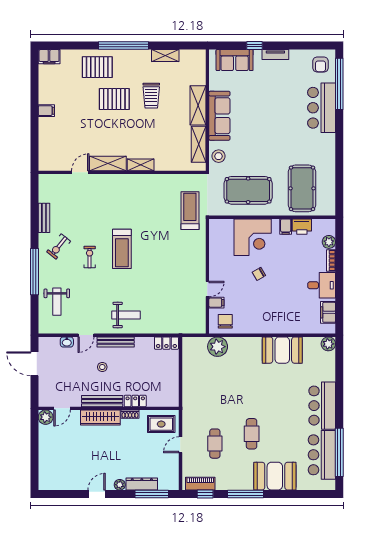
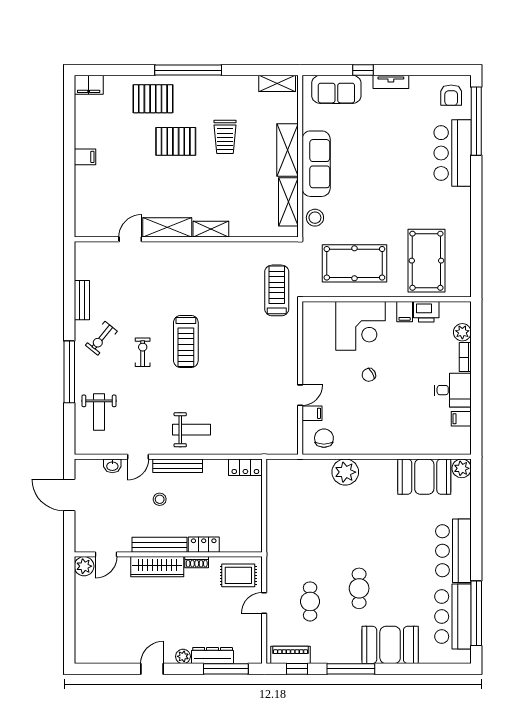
shelving: (165, 56) -> (277, 83), moved
filing cabinet: (328, 312) -> (461, 419), width x0.50
plant: (218, 347) -> (345, 472), moved
booth: (282, 350) -> (424, 477), moved

